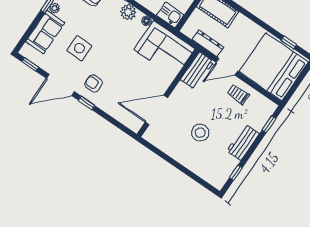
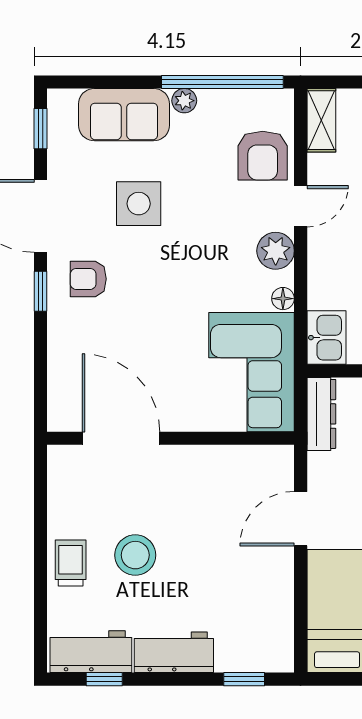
dresser: (208, 43) -> (321, 414), moved
door: (227, 67) -> (301, 519), hinge flipped
workbench: (197, 71) -> (91, 652), moved, turned 180
armchair: (94, 84) -> (88, 279), turned -90
trolley: (238, 94) -> (71, 563), moved

